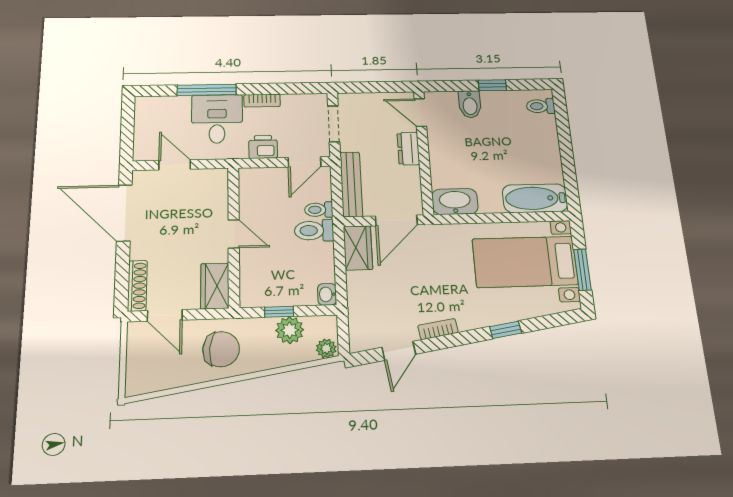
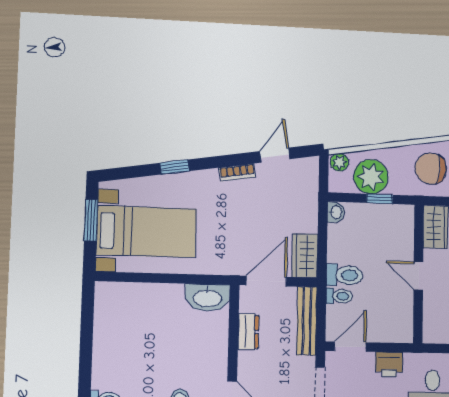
dresser: (408, 149) -> (248, 332), moved
bathtub: (535, 198) -> (127, 297), removed
plant: (290, 330) -> (371, 177), width x1.36, depth x1.36

